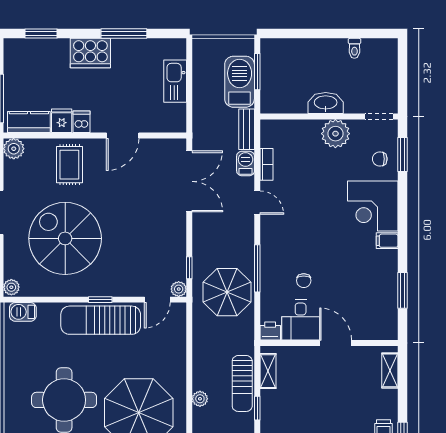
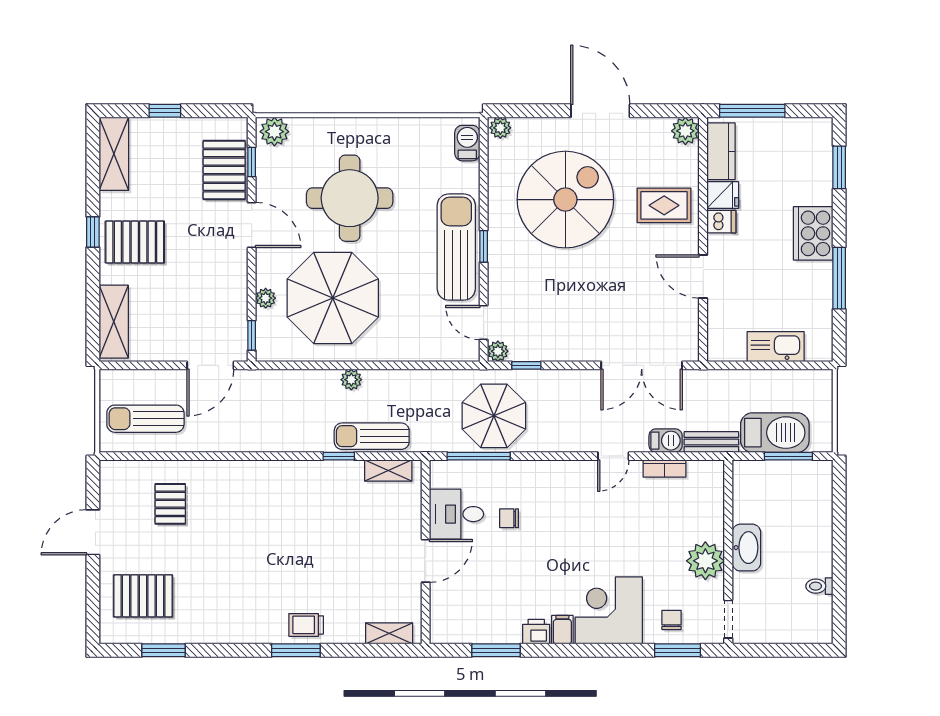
window: (257, 268) -> (479, 456), moved
printer: (270, 331) -> (536, 632), moved, turned -90

